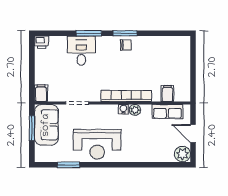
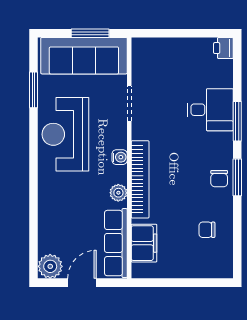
chair: (159, 53) -> (207, 230), added
filing cabinet: (41, 93) -> (144, 47), removed
filing cabinet: (167, 93) -> (144, 243), width x2.00
water cooler: (123, 109) -> (120, 157), moved
row of seats: (167, 112) -> (116, 243), width x1.48
sofa: (46, 125) -> (84, 56), width x1.36

